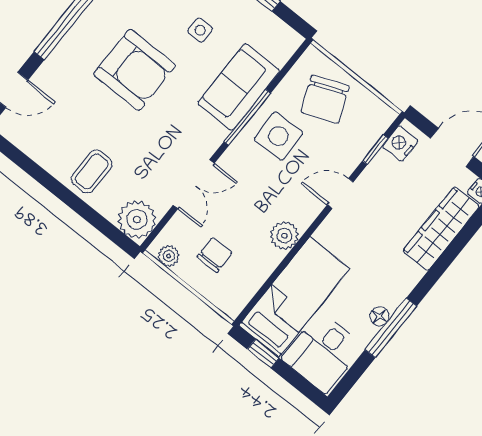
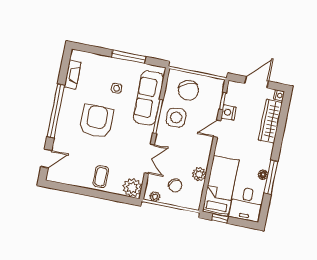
armchair: (135, 70) -> (96, 121), turned -90
sofa: (239, 87) -> (148, 98), width x1.36
nightstand: (400, 144) -> (229, 112), moved
plant: (284, 236) -> (199, 174), moved
chair: (215, 255) -> (175, 185), turned 140

